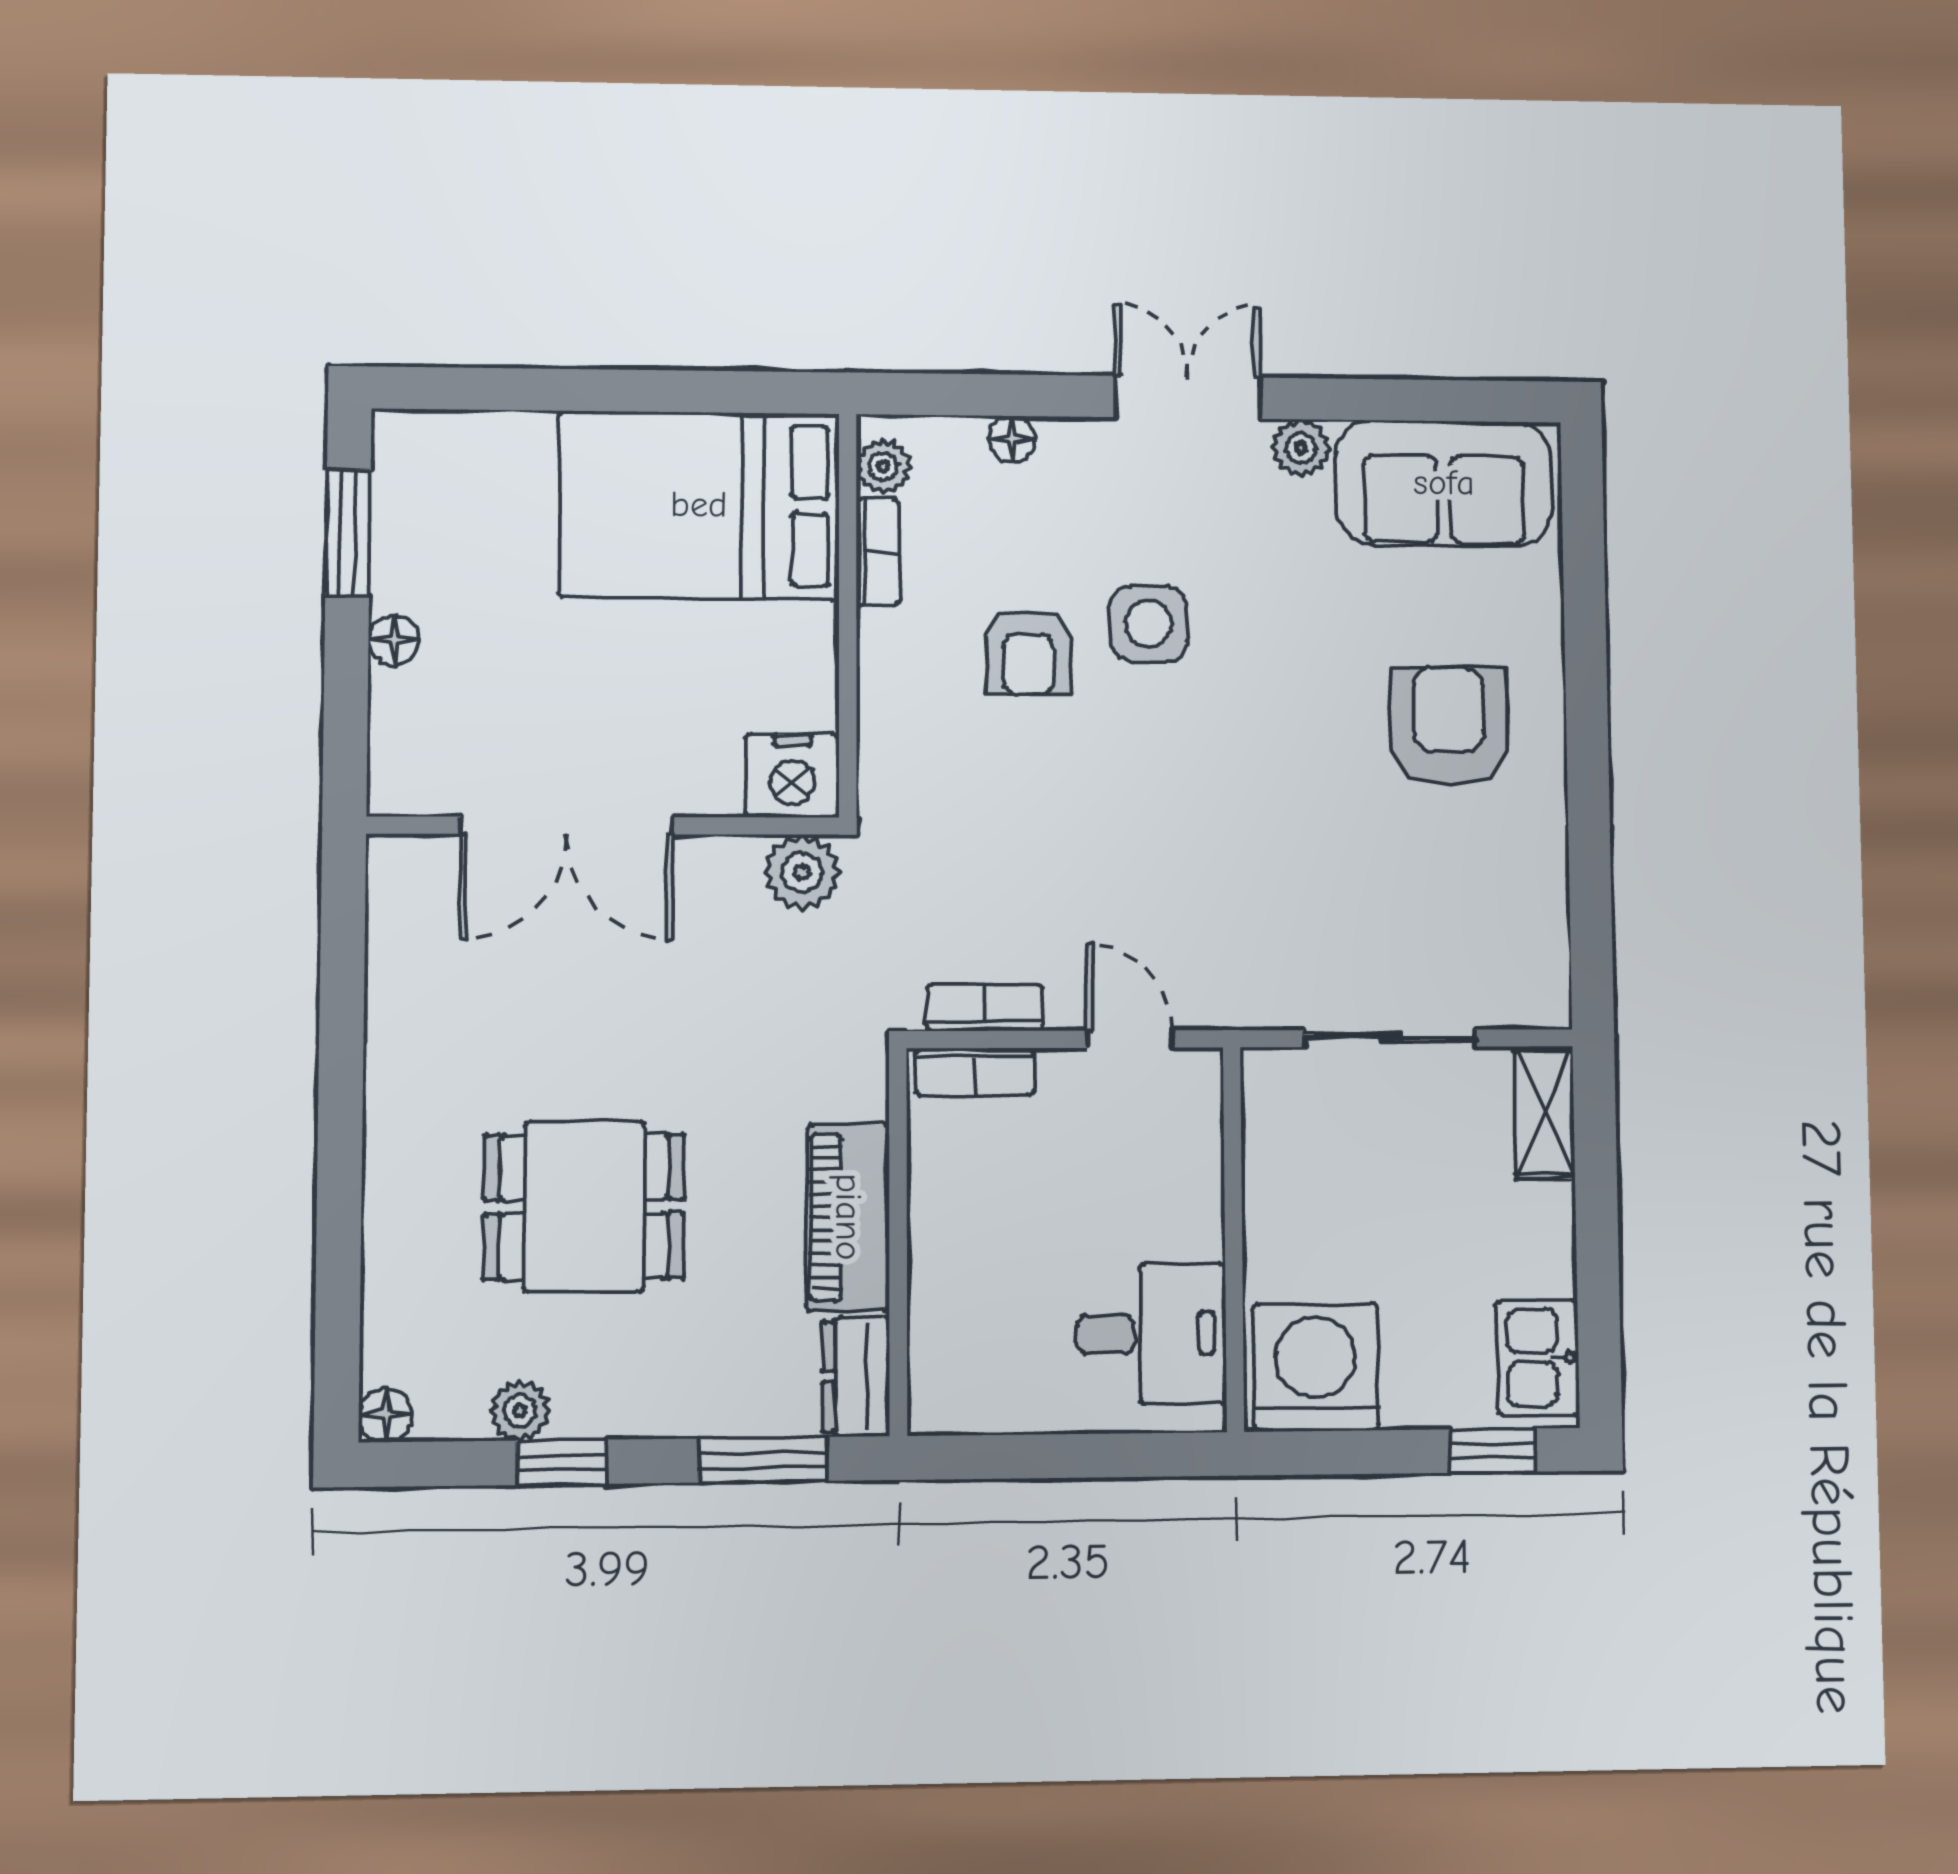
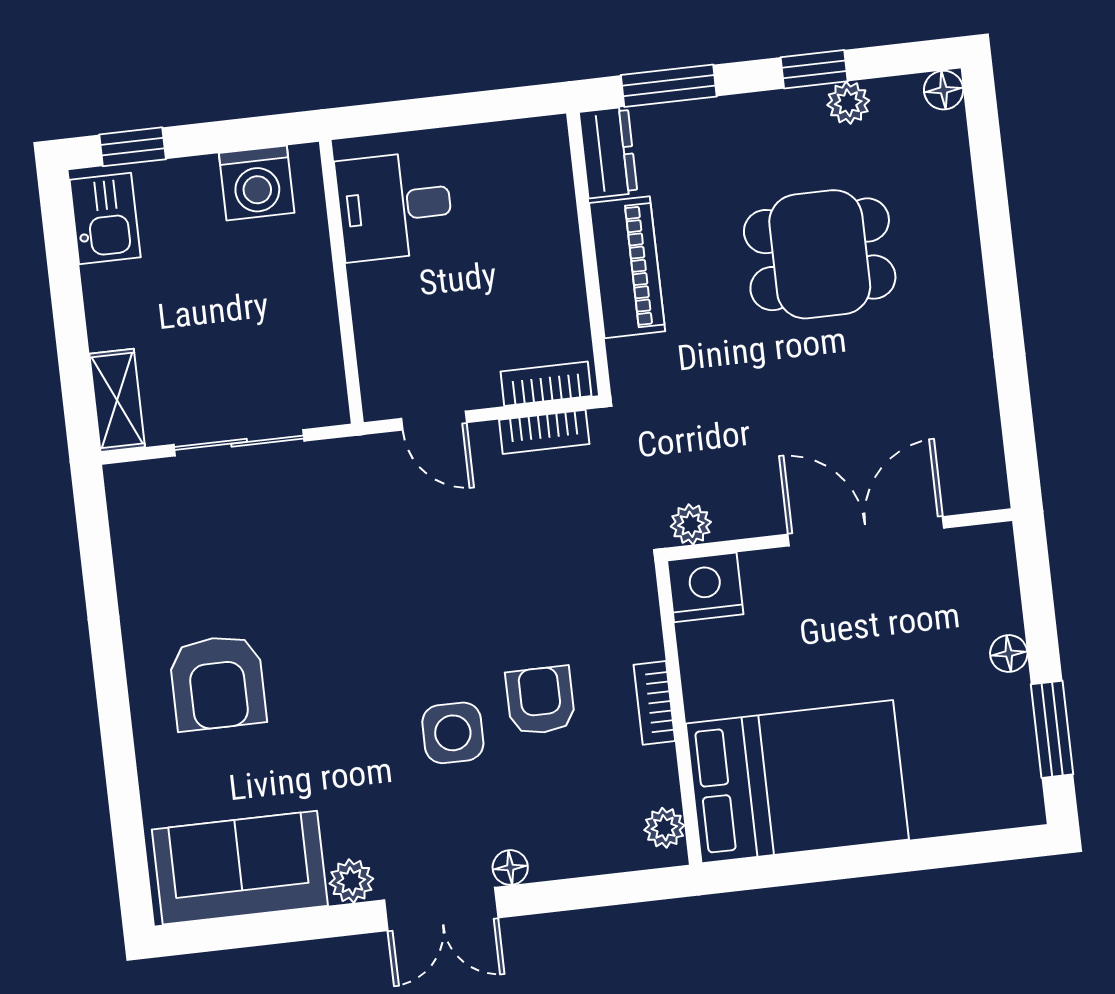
floor lamp: (1012, 439) -> (510, 867), moved
bookcase: (878, 552) -> (654, 703), moved
plant: (802, 872) -> (691, 524), width x0.73, depth x0.73
washing machine: (1316, 1367) -> (257, 183), width x0.73, depth x0.73

